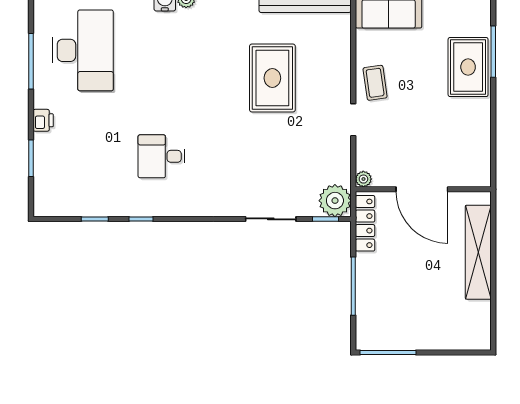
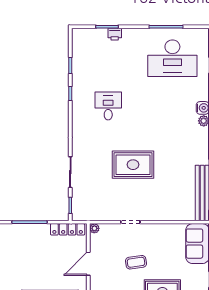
rug: (272, 78) -> (133, 165), moved
coffee table: (375, 83) -> (136, 262), moved
printer: (43, 120) -> (115, 34), moved
door: (422, 189) -> (88, 264), width x0.73
plant: (335, 201) -> (81, 211), removed

